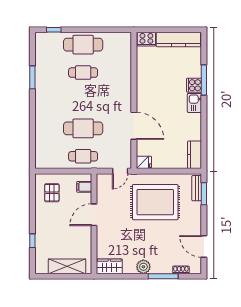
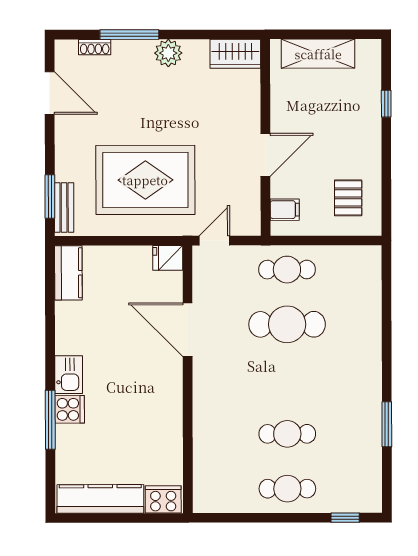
cafe table: (83, 45) -> (287, 489), width x0.73, depth x0.74

